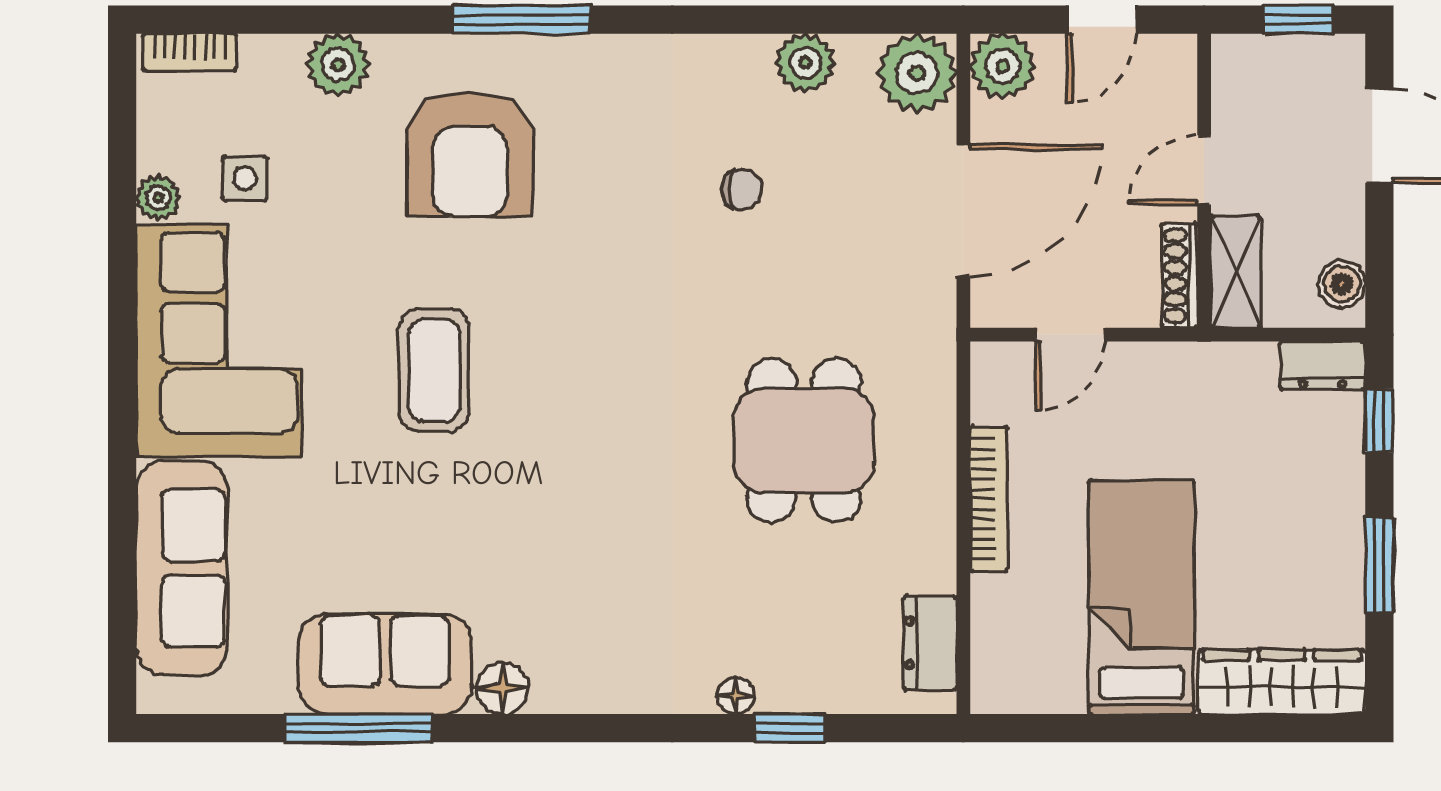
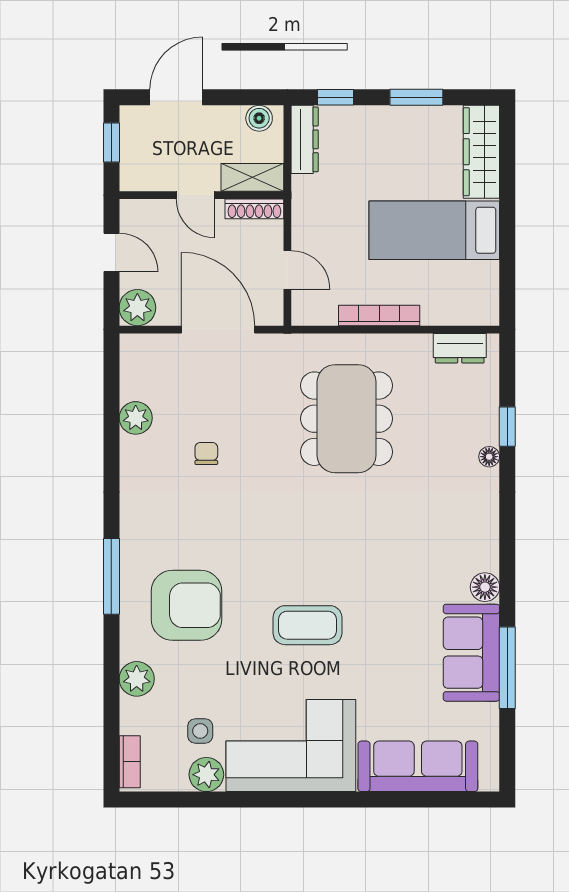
plant: (917, 73) -> (141, 355), removed
plant: (158, 198) -> (206, 775), width x1.38, depth x1.38
dresser: (1323, 365) -> (305, 139), width x1.44
dining table: (804, 440) -> (347, 419), width x1.38

